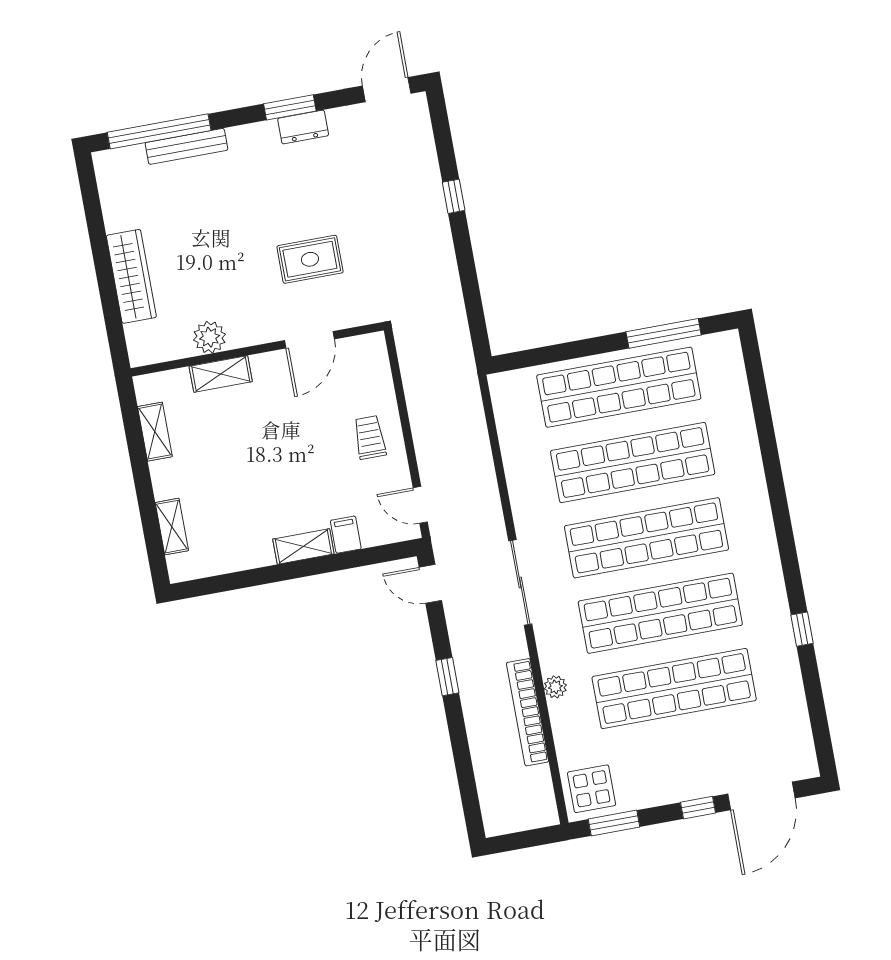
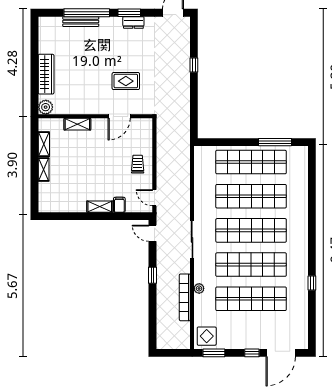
window: (159, 131) -> (87, 13), moved
plant: (210, 337) -> (46, 107), moved
shelving: (172, 527) -> (44, 170), moved

